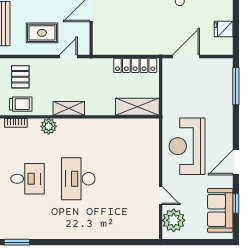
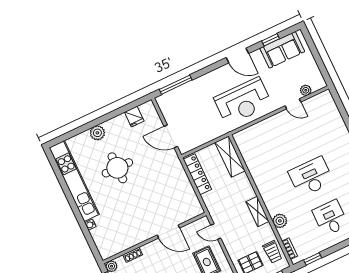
trolley: (21, 104) -> (273, 252), turned 180
desk: (78, 179) -> (311, 177), turned 180
door: (161, 195) -> (293, 104), swing flipped
plant: (174, 220) -> (306, 90), width x0.53, depth x0.53

